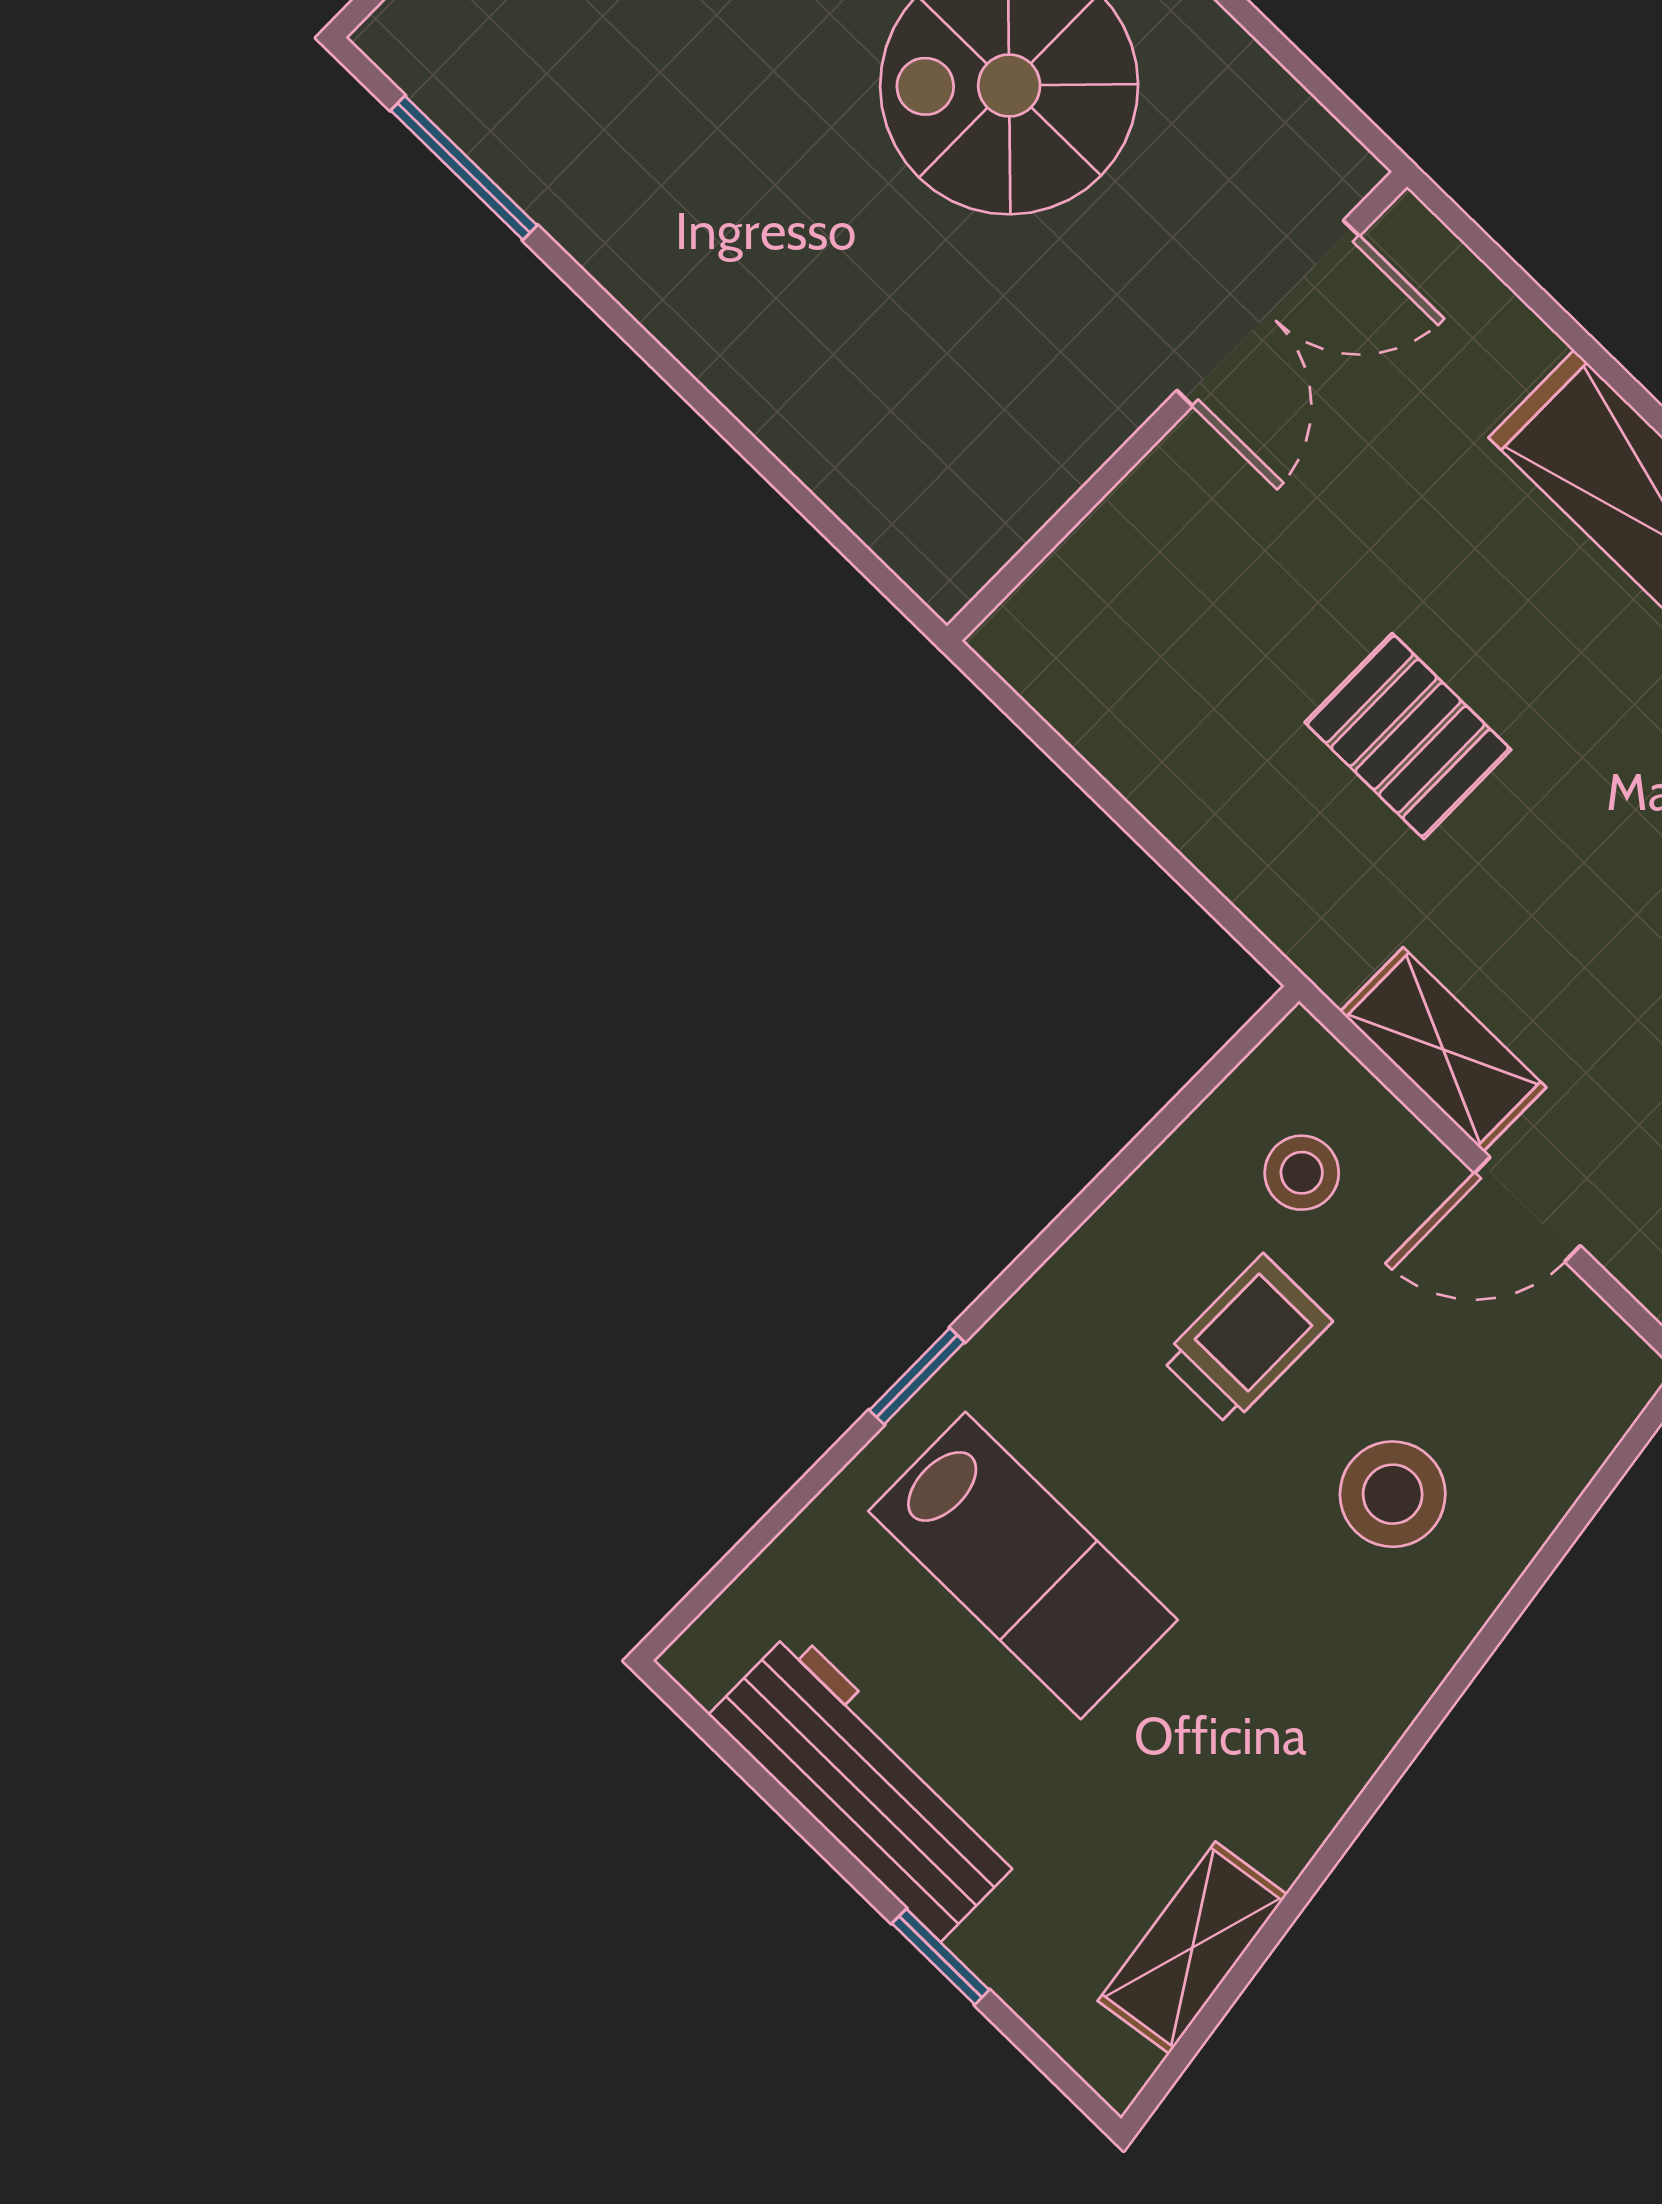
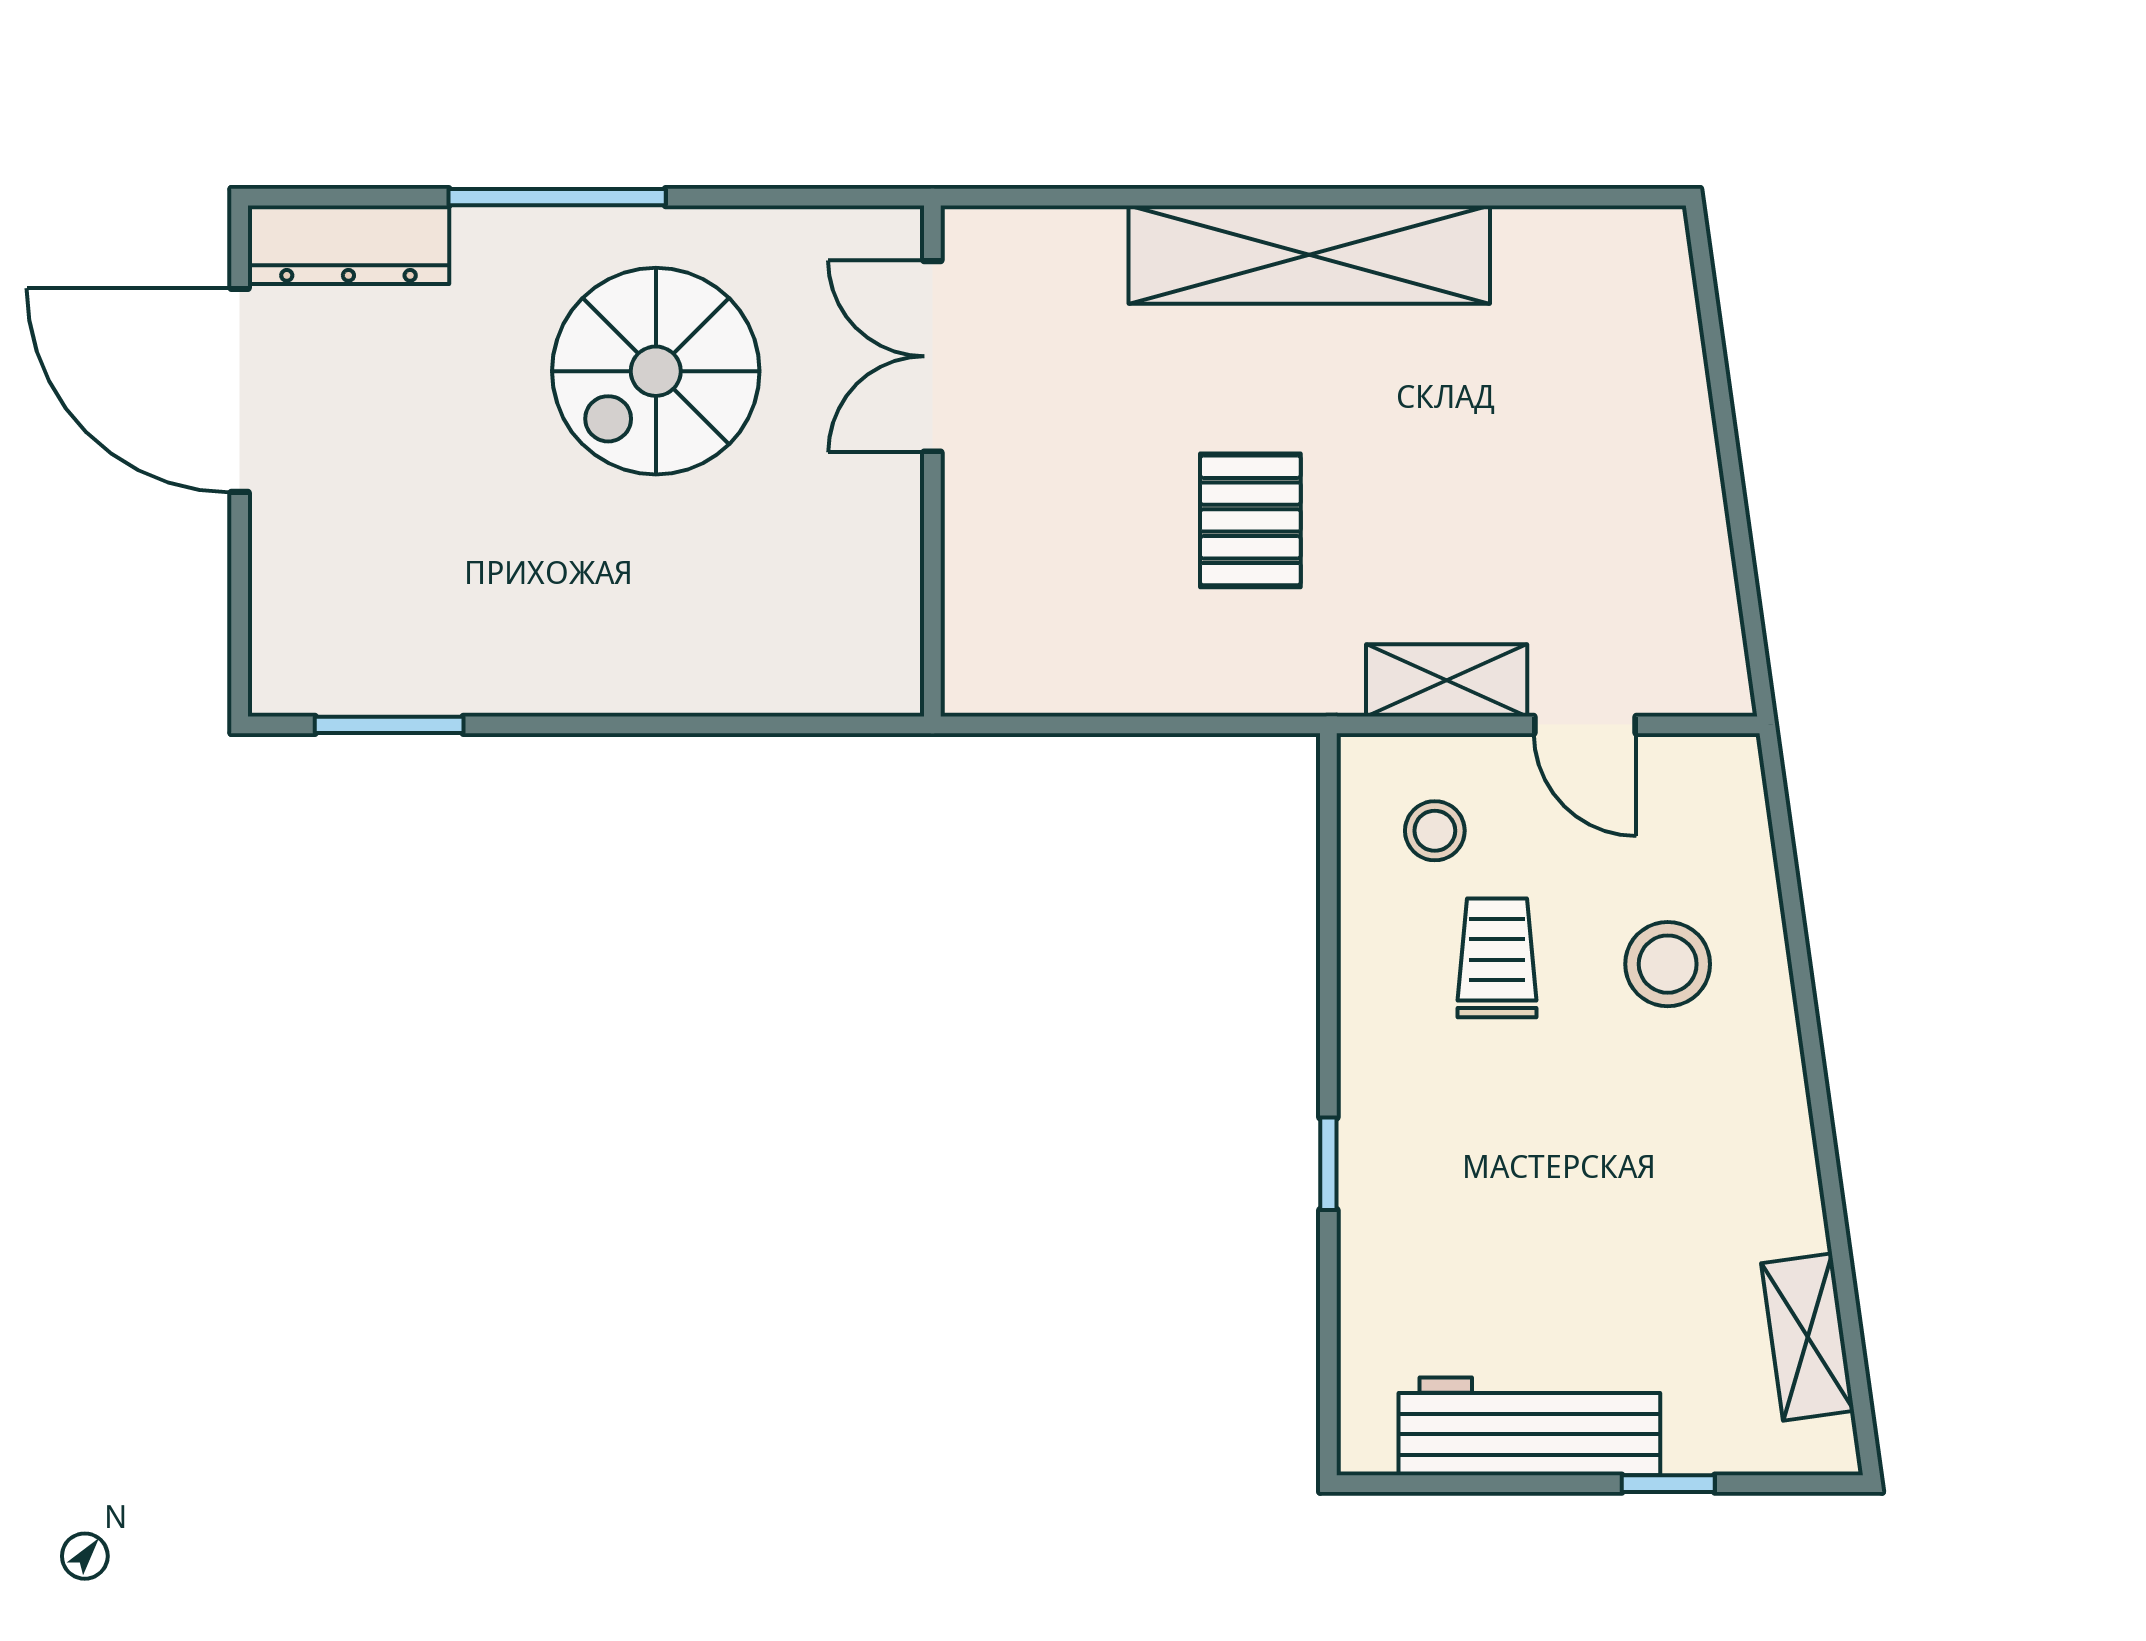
double door: (1268, 313) -> (932, 356), swing flipped
pallet: (1408, 736) -> (1250, 520), turned 90
door: (1527, 1209) -> (1585, 725), hinge flipped
lab bench: (1023, 1566) -> (1496, 1213), removed

